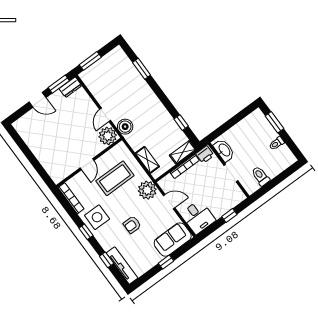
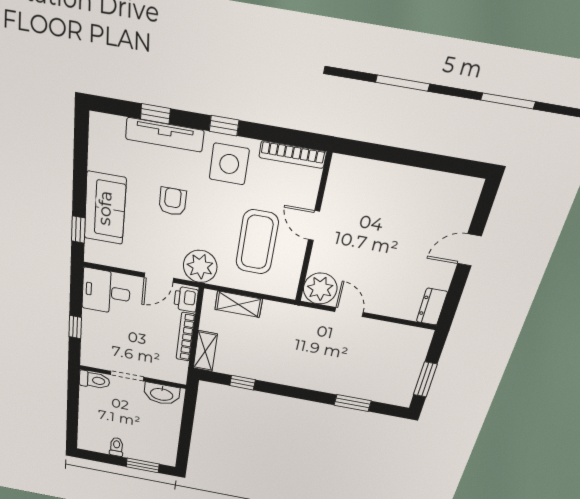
window: (90, 61) -> (425, 380), moved
window: (59, 84) -> (453, 297), removed
boiler: (125, 127) -> (308, 320), removed
printer: (205, 155) -> (186, 299), moved
toilet: (261, 176) -> (94, 380), moved
sofa: (173, 240) -> (105, 208), moved
window: (166, 262) -> (78, 230), moved
tv unit: (122, 266) -> (165, 135), moved

